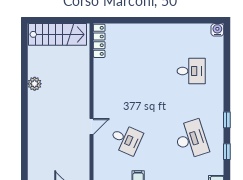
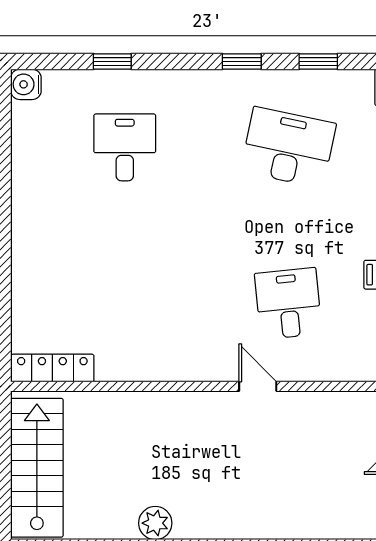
window: (227, 66) -> (112, 62), added
desk: (126, 139) -> (288, 304), turned -30
desk: (191, 139) -> (288, 147), turned 30

